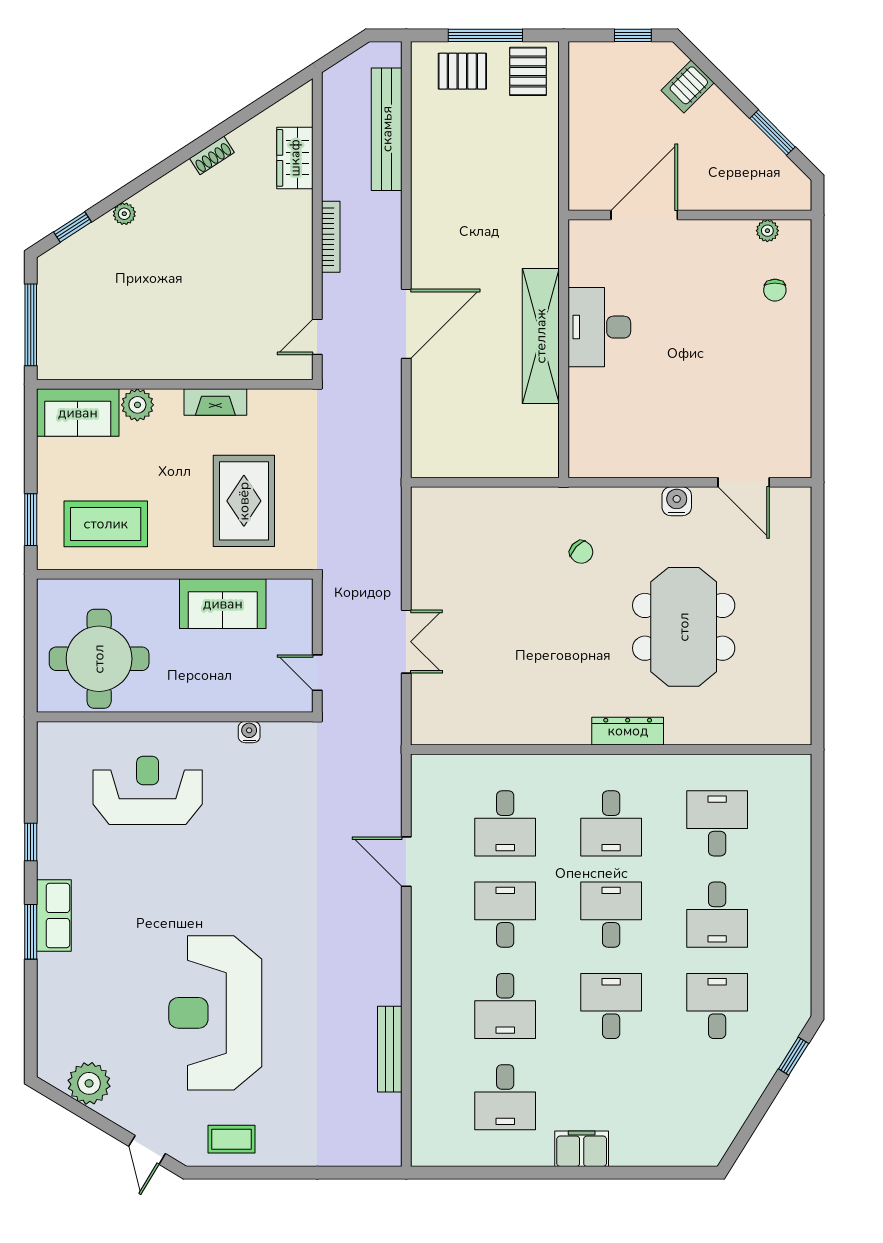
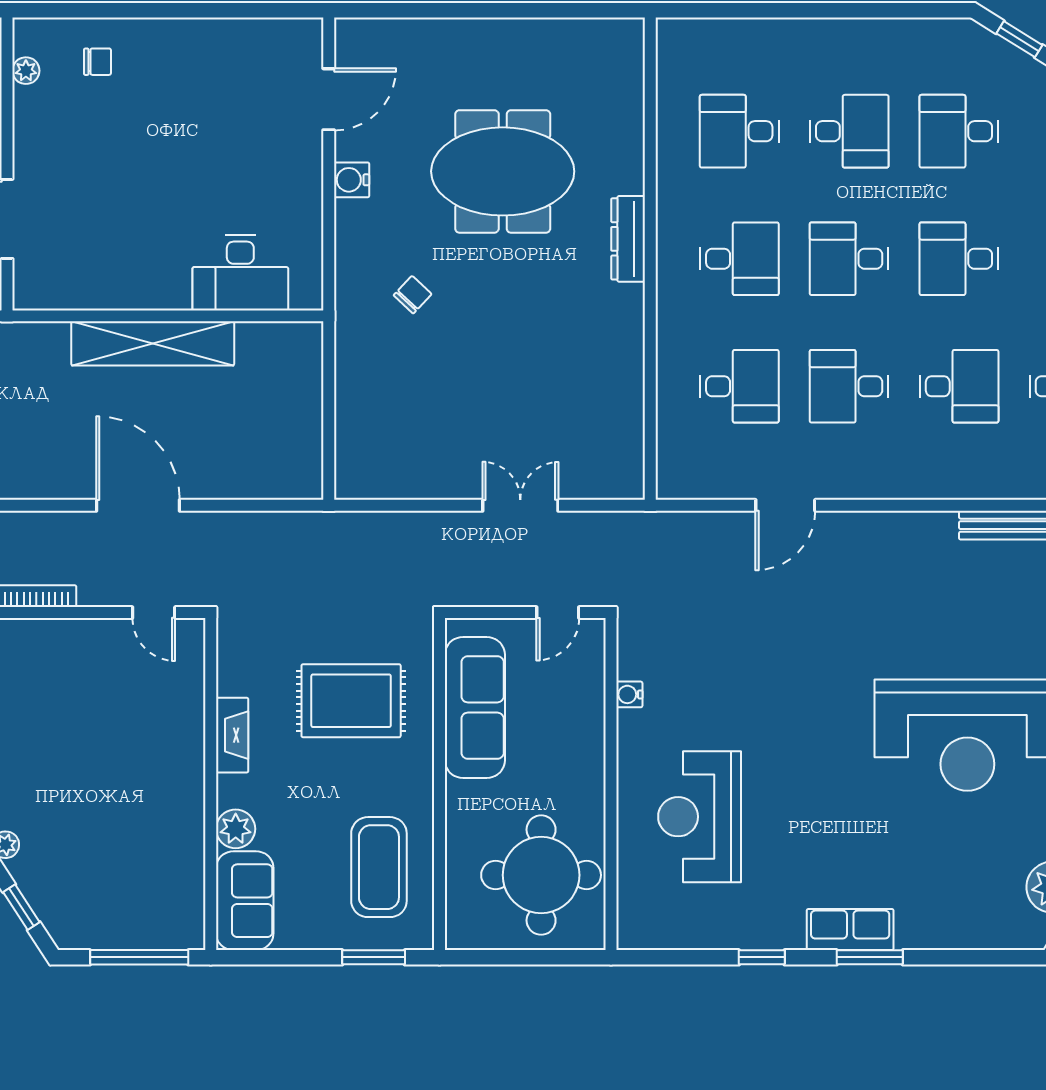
desk: (599, 327) -> (240, 273), moved
sofa: (223, 604) -> (475, 707), width x1.36

